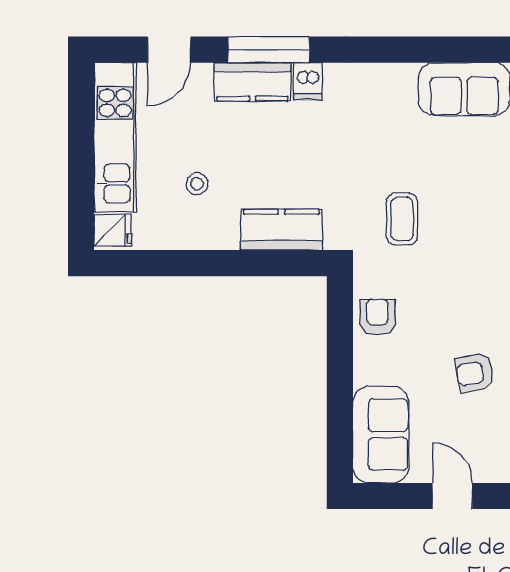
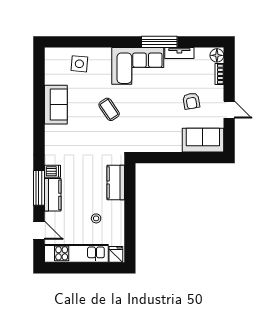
coffee table: (402, 219) -> (109, 109), moved, turned 56
armchair: (377, 317) -> (153, 142), removed
armchair: (475, 373) -> (191, 101), moved
door: (452, 496) -> (229, 110), swing flipped

